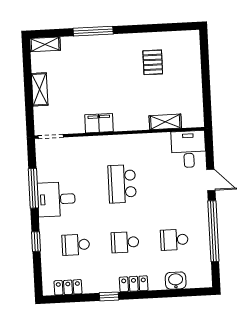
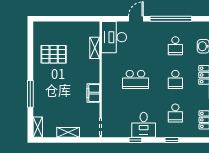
pallet: (153, 62) -> (54, 54), width x1.50, depth x1.42
desk: (189, 149) -> (114, 37), width x1.37
window: (33, 188) -> (135, 140), width x0.46

